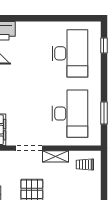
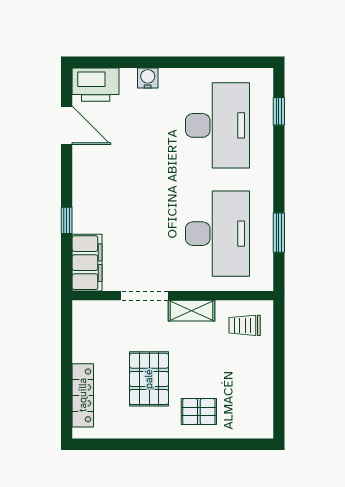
water cooler: (31, 27) -> (148, 78), added

